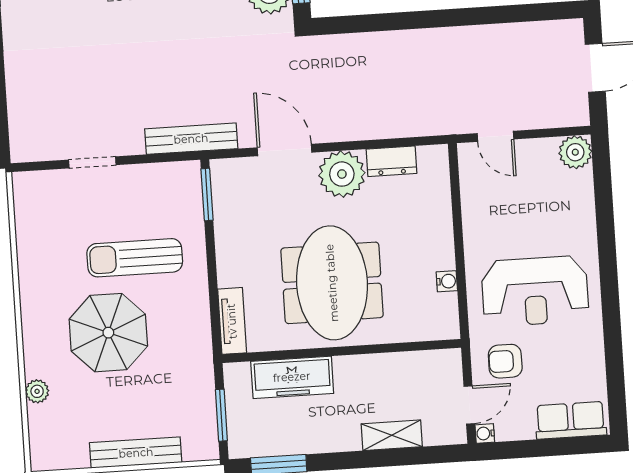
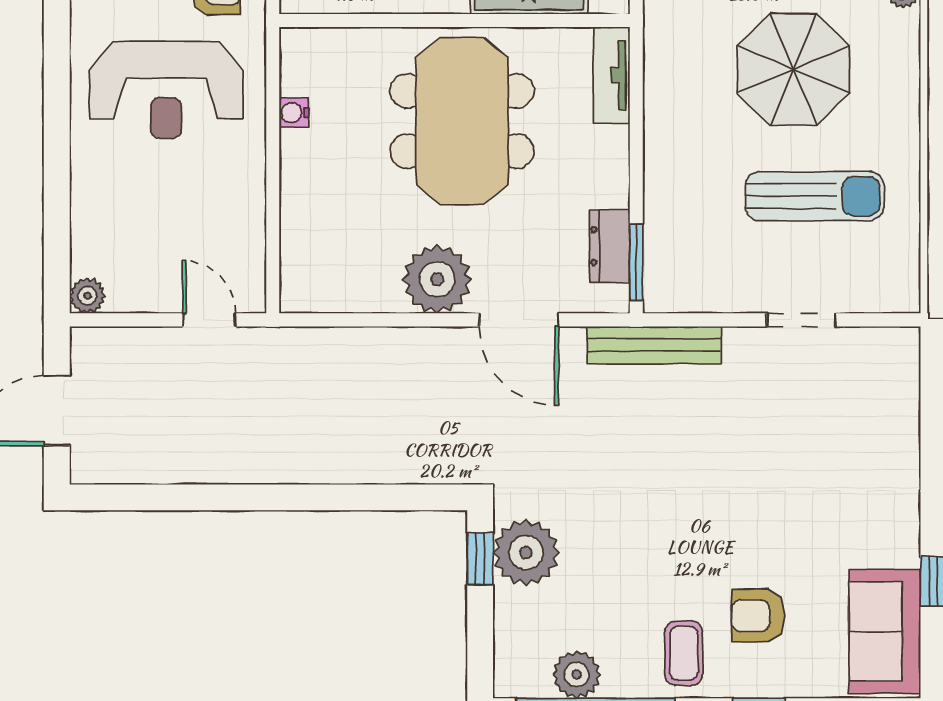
plant: (575, 152) -> (87, 296), width x0.73, depth x0.73
dresser: (391, 161) -> (610, 246), moved, turned -90
sun lounger: (135, 258) -> (814, 196), moved
reception desk: (535, 291) -> (166, 90), turned 180

